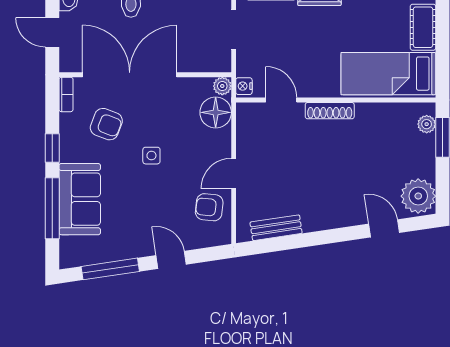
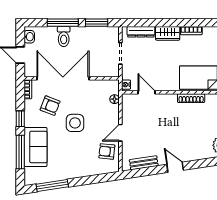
plant: (222, 86) -> (114, 85), removed
shoe rack: (330, 111) -> (191, 98), moved
floor lamp: (216, 112) -> (114, 99), width x0.53, depth x0.53
side table: (151, 156) -> (75, 123), width x1.87, depth x1.87
door: (384, 228) -> (175, 167), moved
door: (171, 260) -> (86, 181), removed

